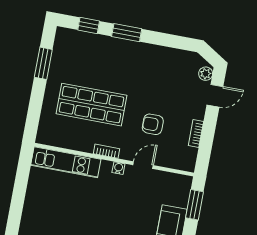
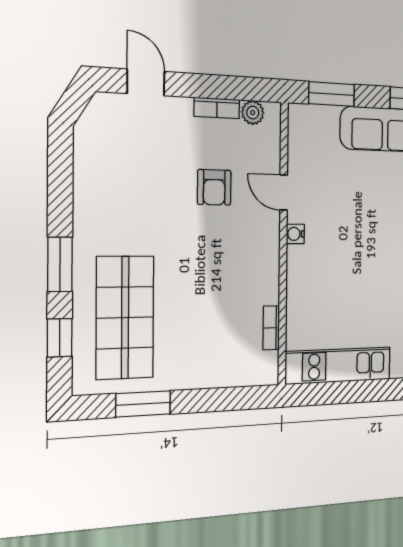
plant: (206, 74) -> (253, 113), moved
shop shelf: (92, 105) -> (125, 318), moved
bookcase: (106, 151) -> (271, 328), moved
kitchen unit: (66, 162) -> (338, 366), moved, turned -90

